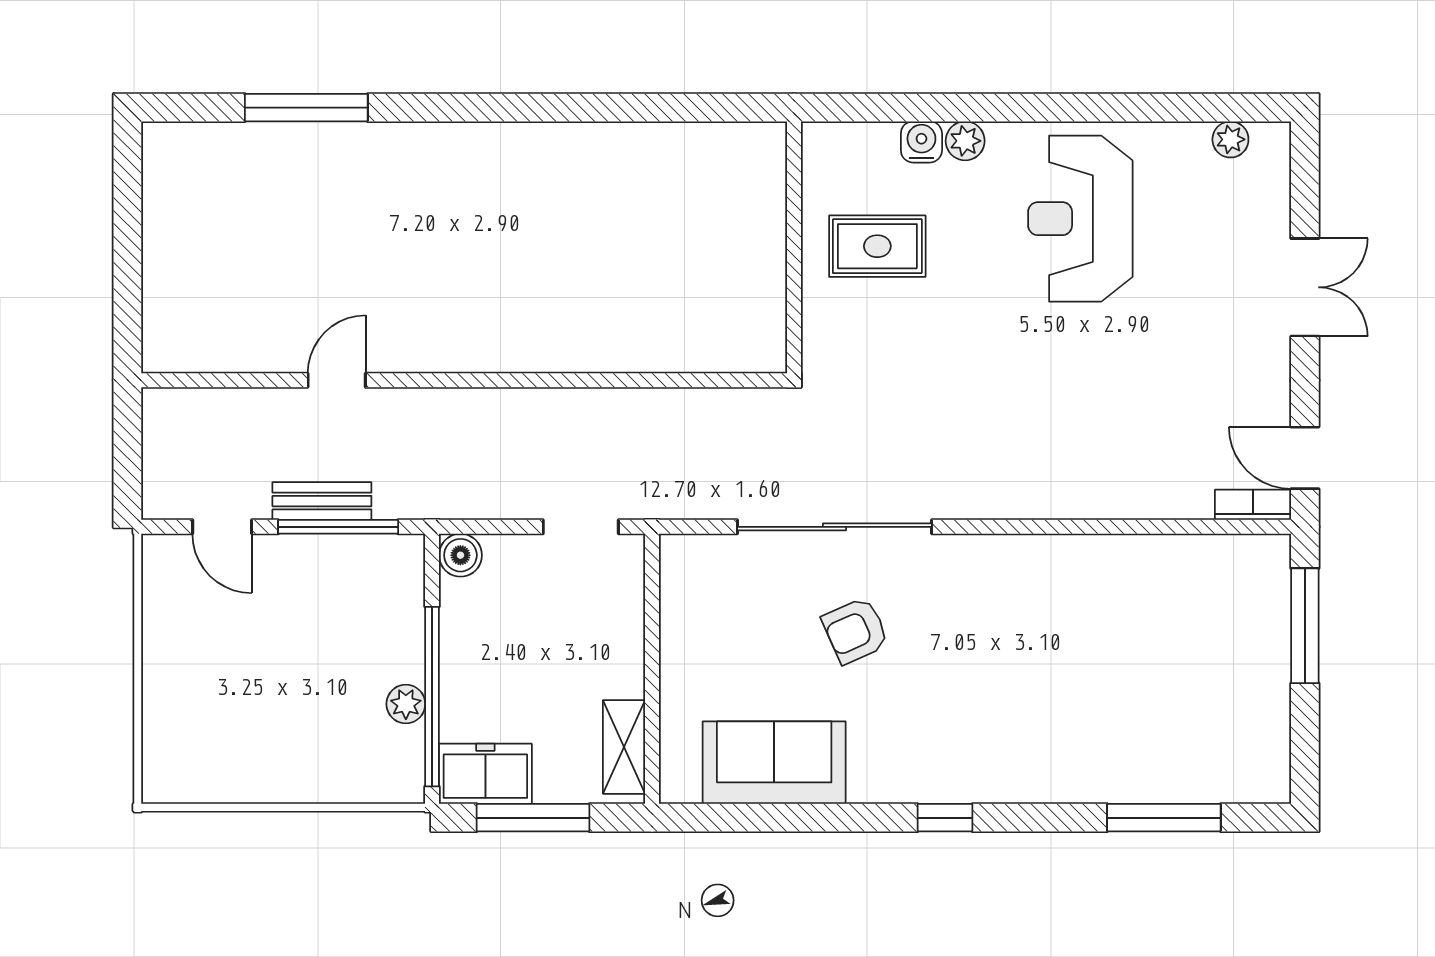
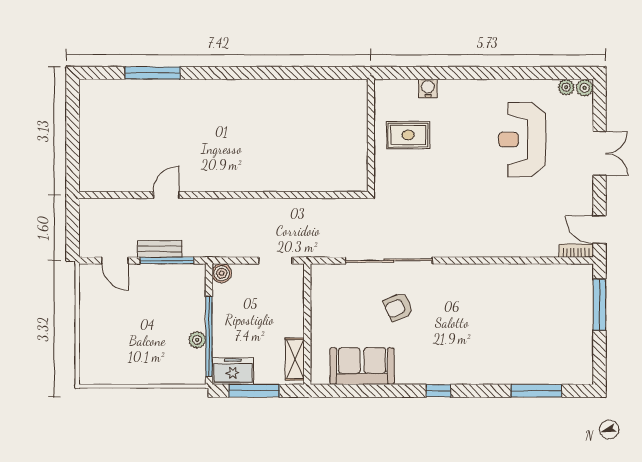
plant: (965, 141) -> (585, 88), moved
reception desk: (1080, 219) -> (522, 139), moved

